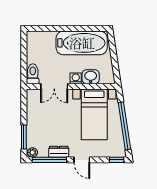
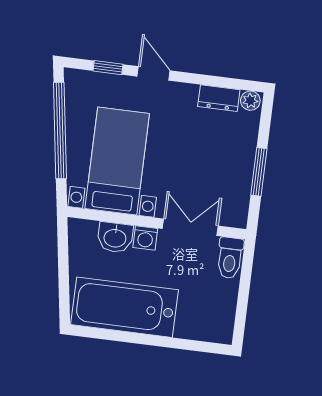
window: (24, 137) -> (259, 172), moved
dresser: (59, 152) -> (219, 98), moved
window: (49, 160) -> (218, 82), removed
window: (117, 160) -> (108, 68), moved

